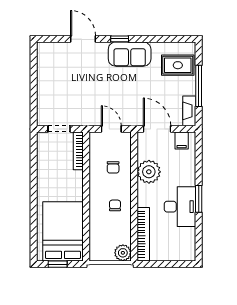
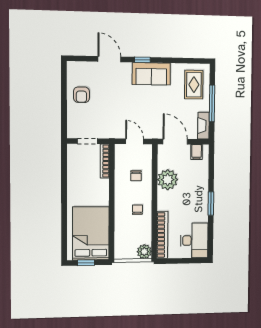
rug: (178, 65) -> (194, 85), turned 90
armchair: (53, 78) -> (81, 95), added
desk: (180, 207) -> (194, 240), moved

